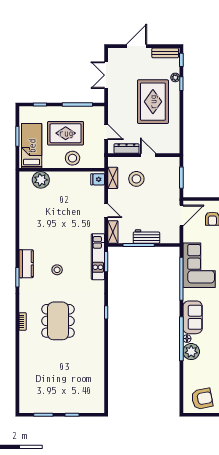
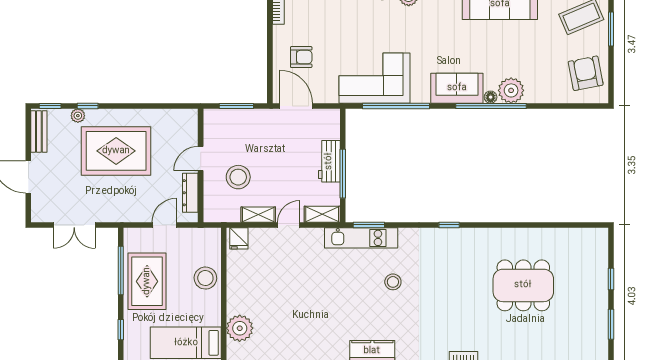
rug: (66, 133) -> (147, 281), moved
shelving: (113, 178) -> (258, 215), moved
stool: (57, 270) -> (393, 282), moved
dining table: (58, 321) -> (523, 285), moved

